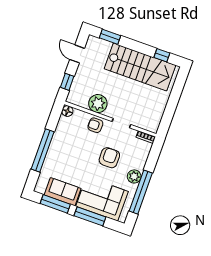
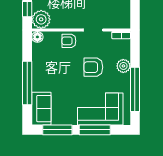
plant: (98, 104) -> (41, 19), moved
armchair: (109, 158) -> (93, 67), turned -90
plant: (134, 176) -> (123, 66), moved
sofa: (63, 192) -> (41, 109), moved, turned 90

